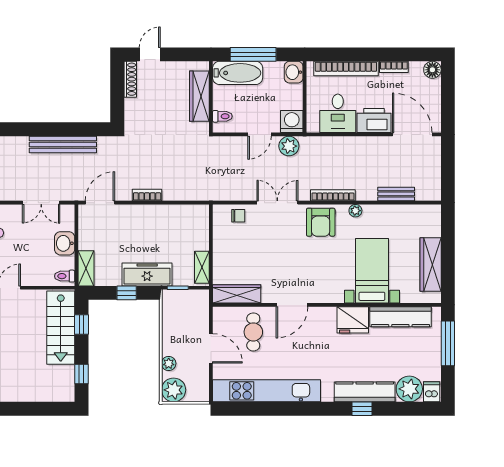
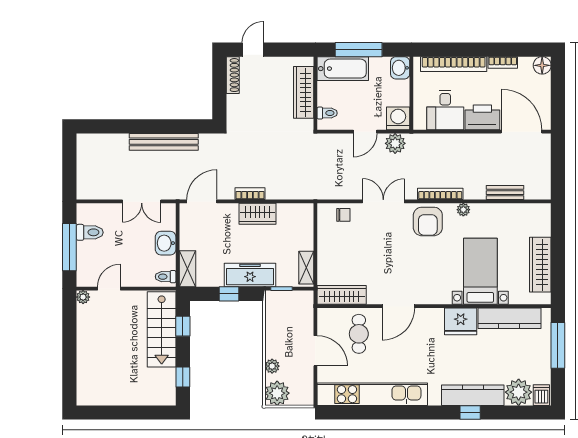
wardrobe: (154, 215) -> (258, 214), added

